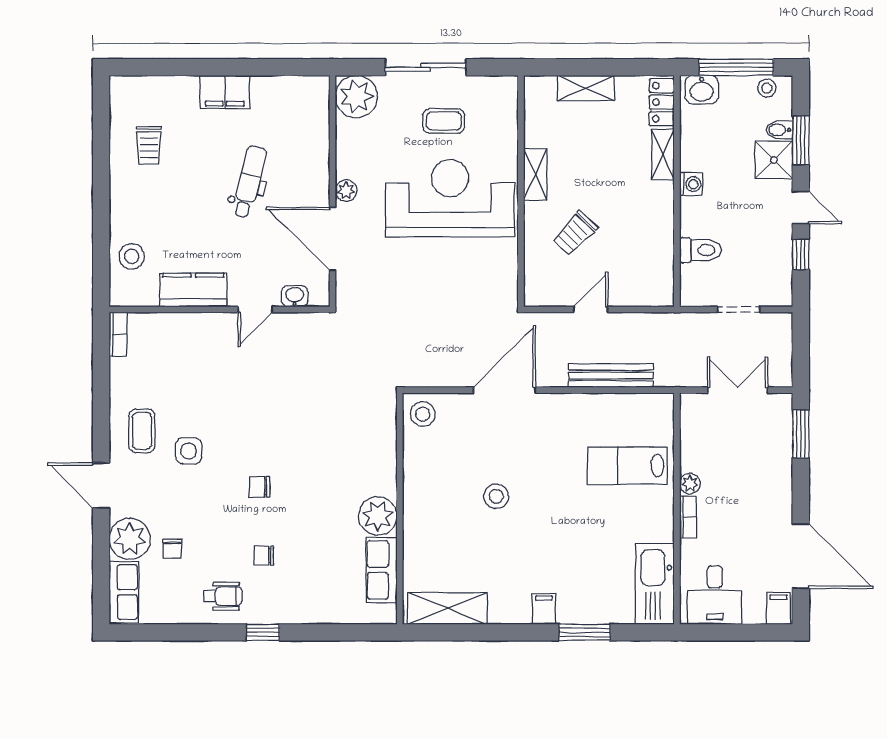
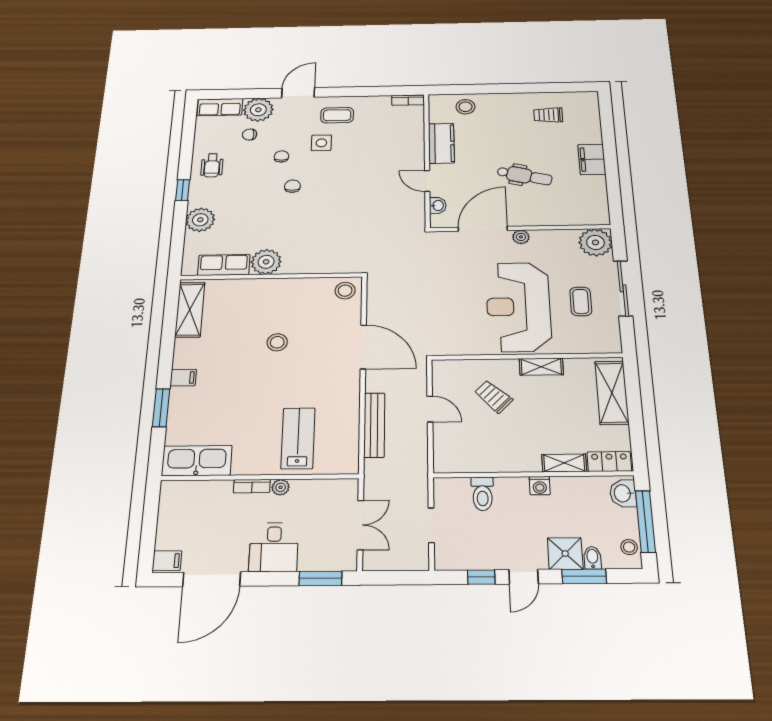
shelving: (586, 88) -> (612, 393), width x1.50, depth x1.33
reception desk: (450, 198) -> (518, 307), turned 180
chair: (264, 556) -> (281, 156), moved
desk: (715, 595) -> (274, 547), moved, turned -90
plant: (311, 605) -> (200, 220), added

